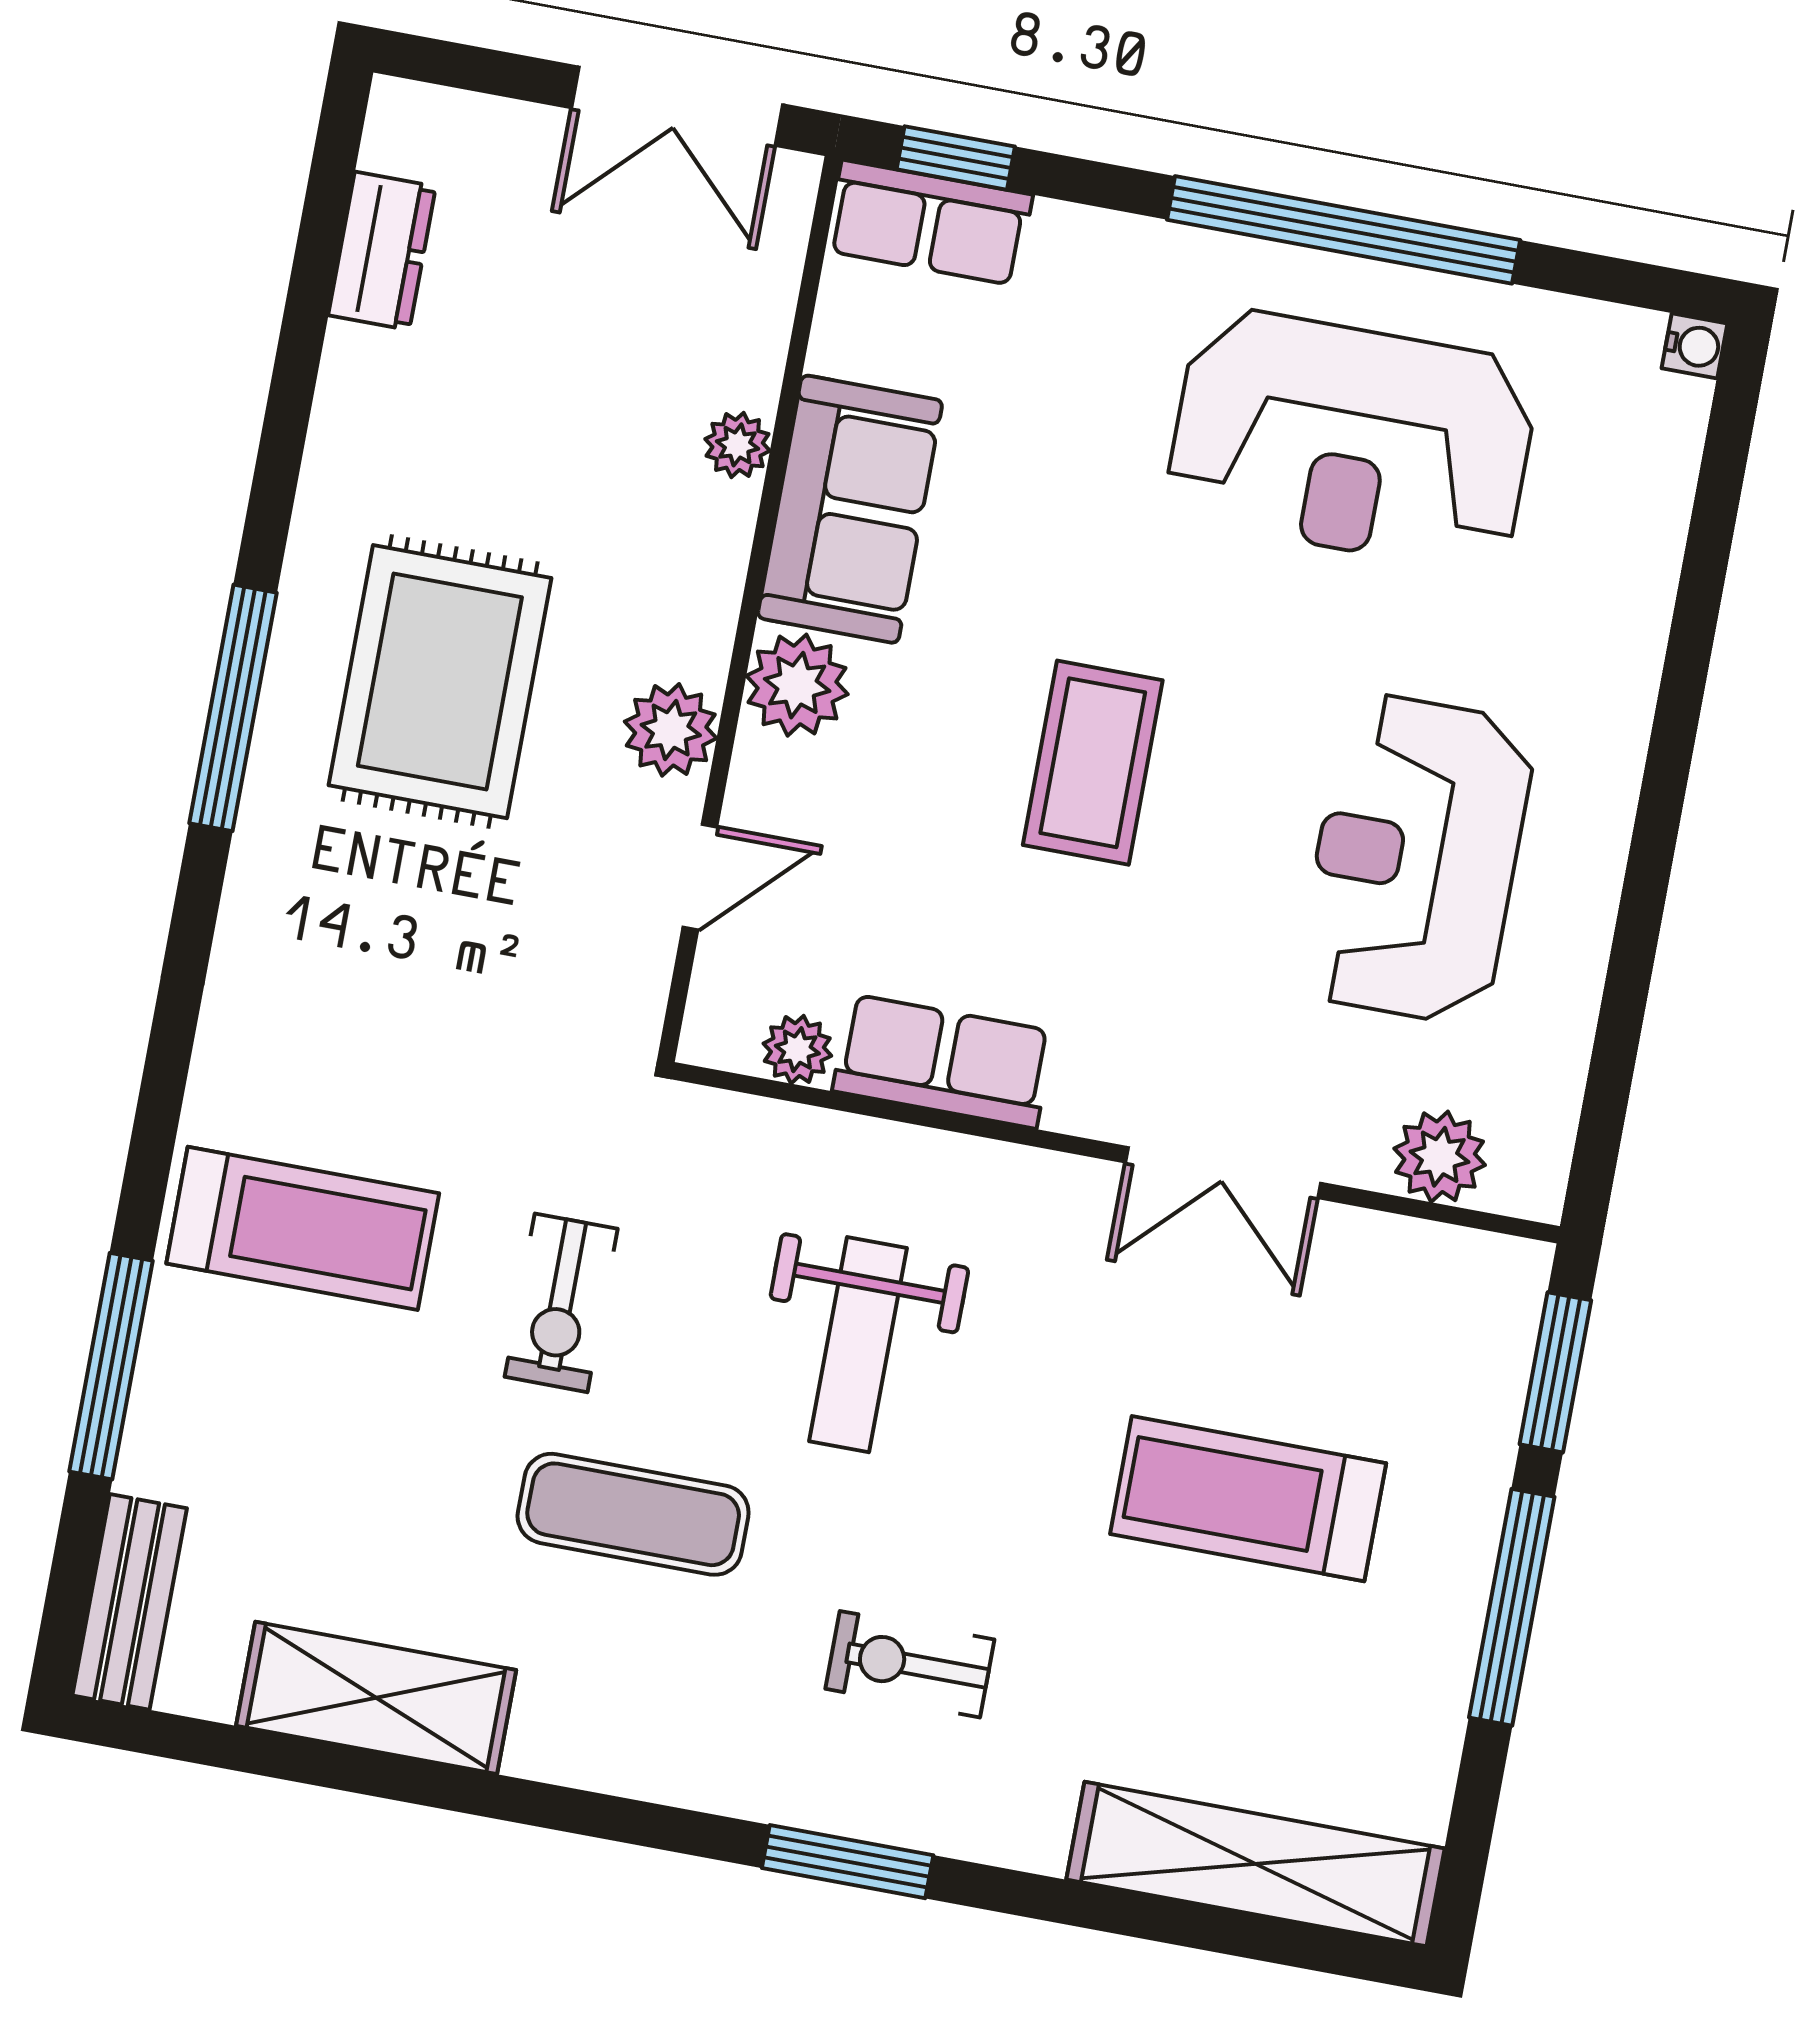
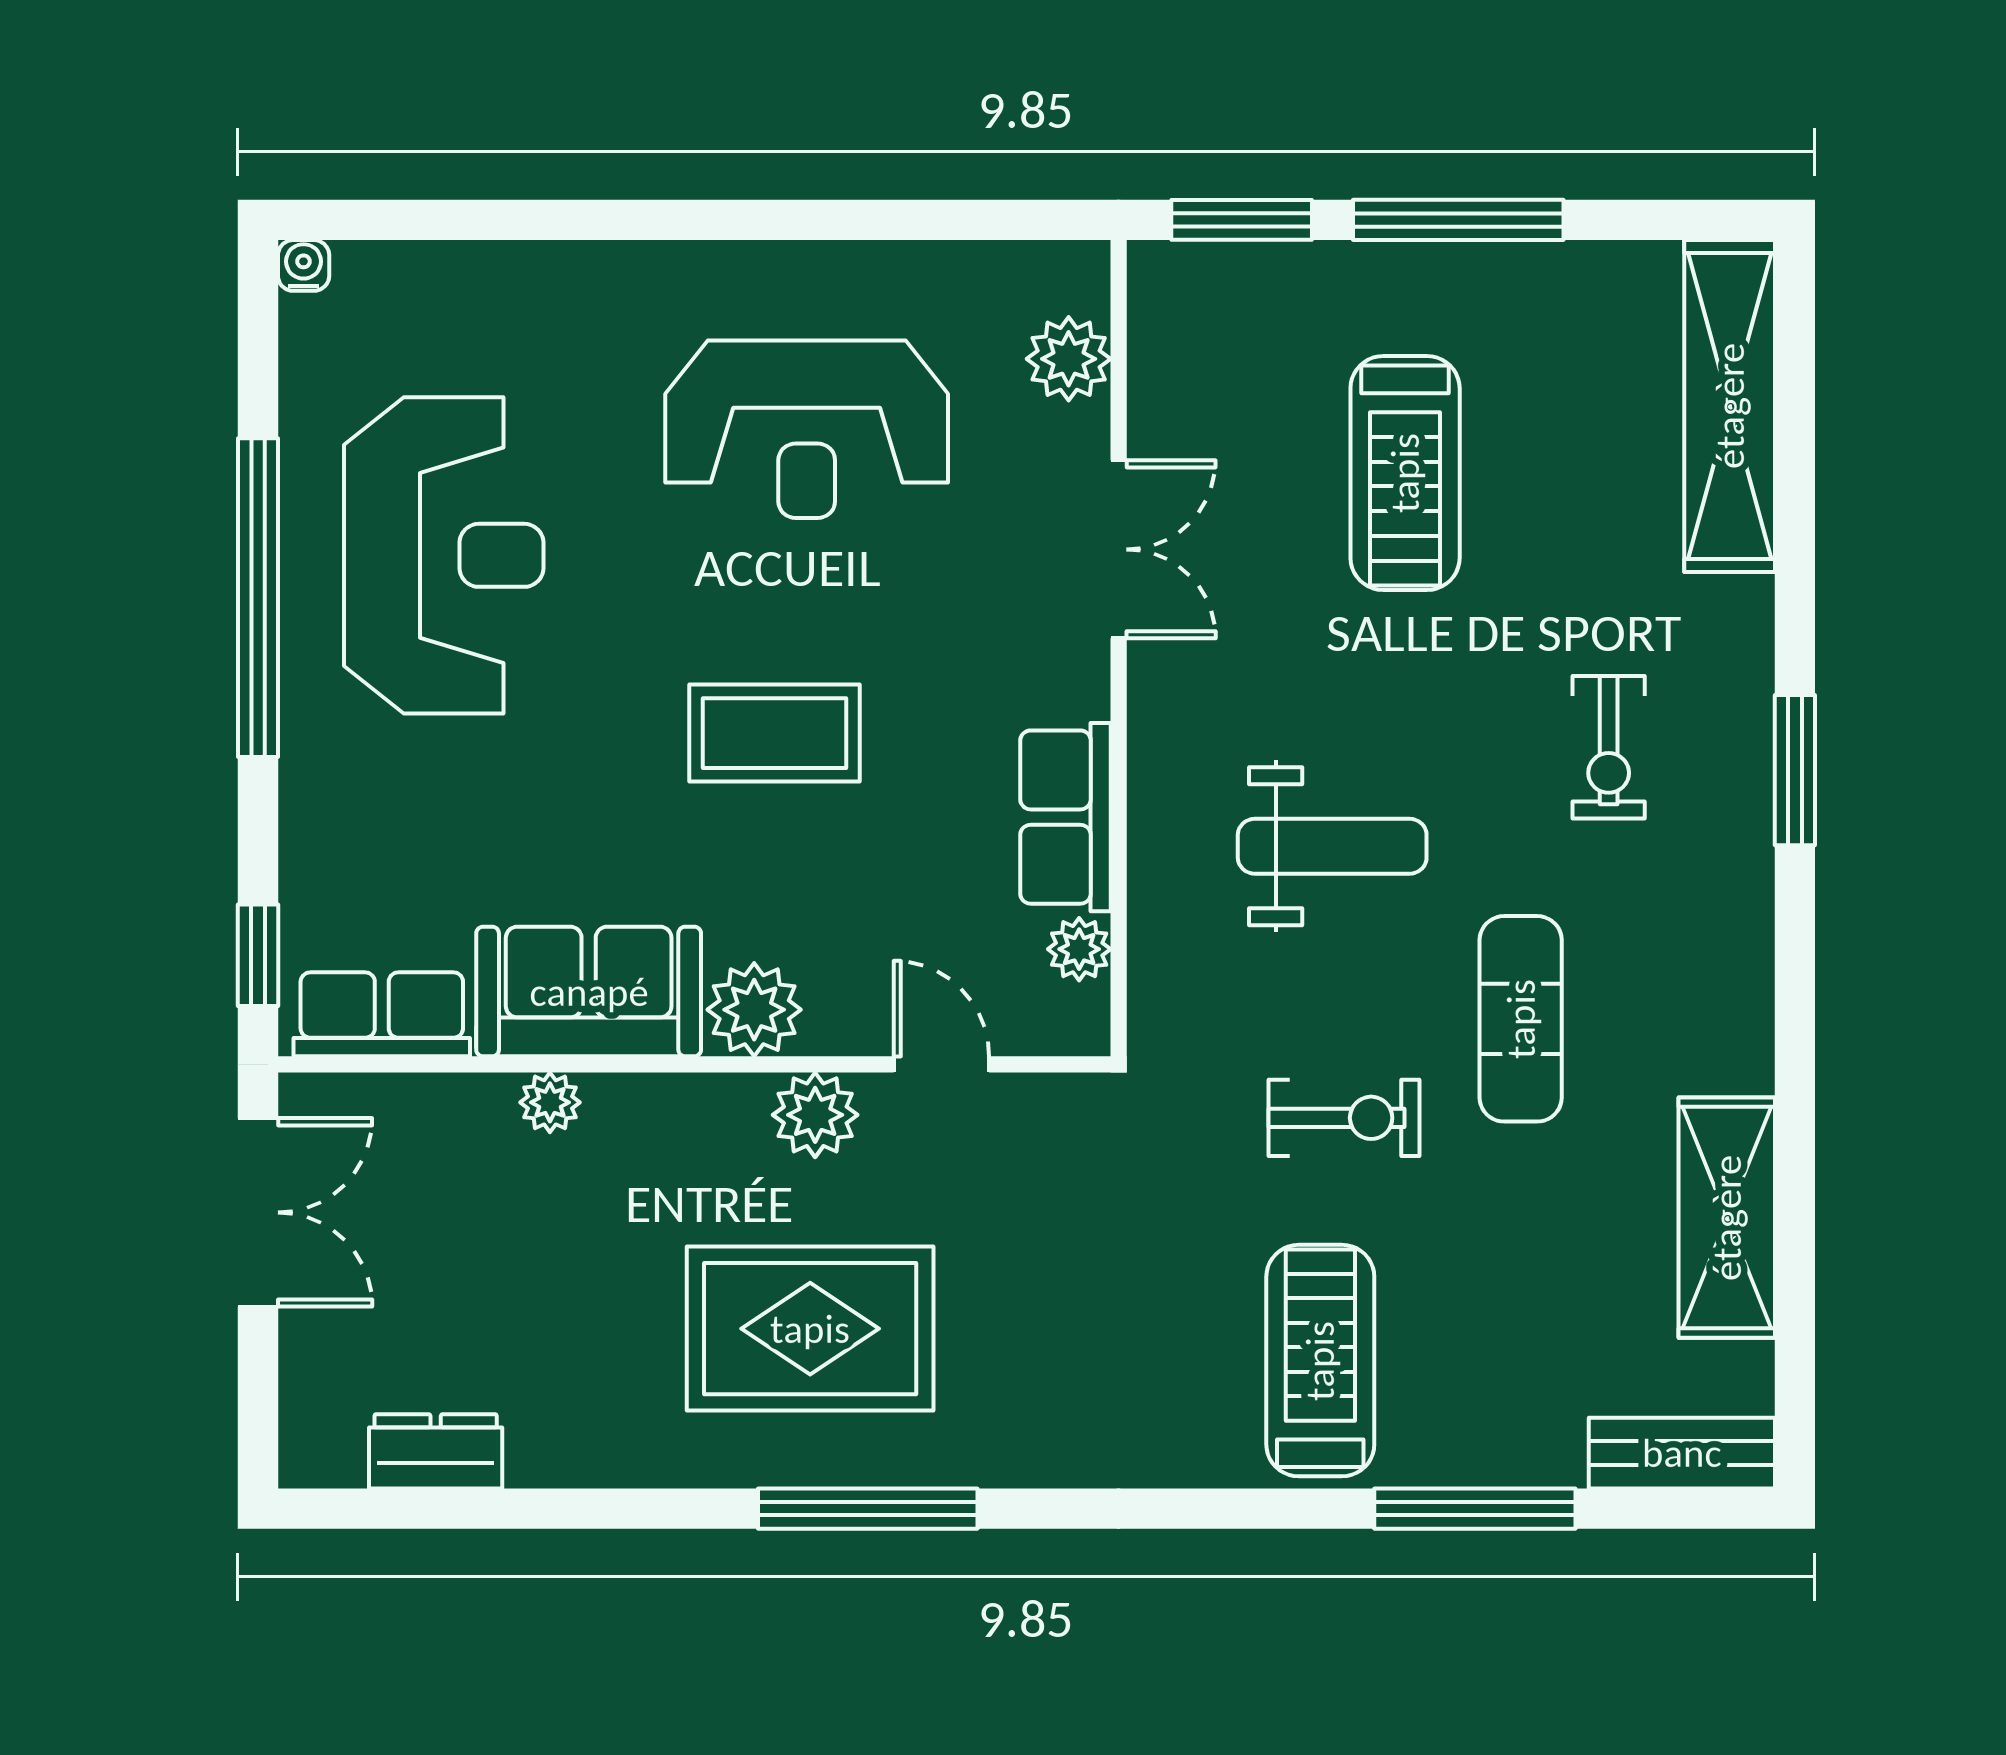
row of seats: (929, 223) -> (382, 1014), moved, turned -90

